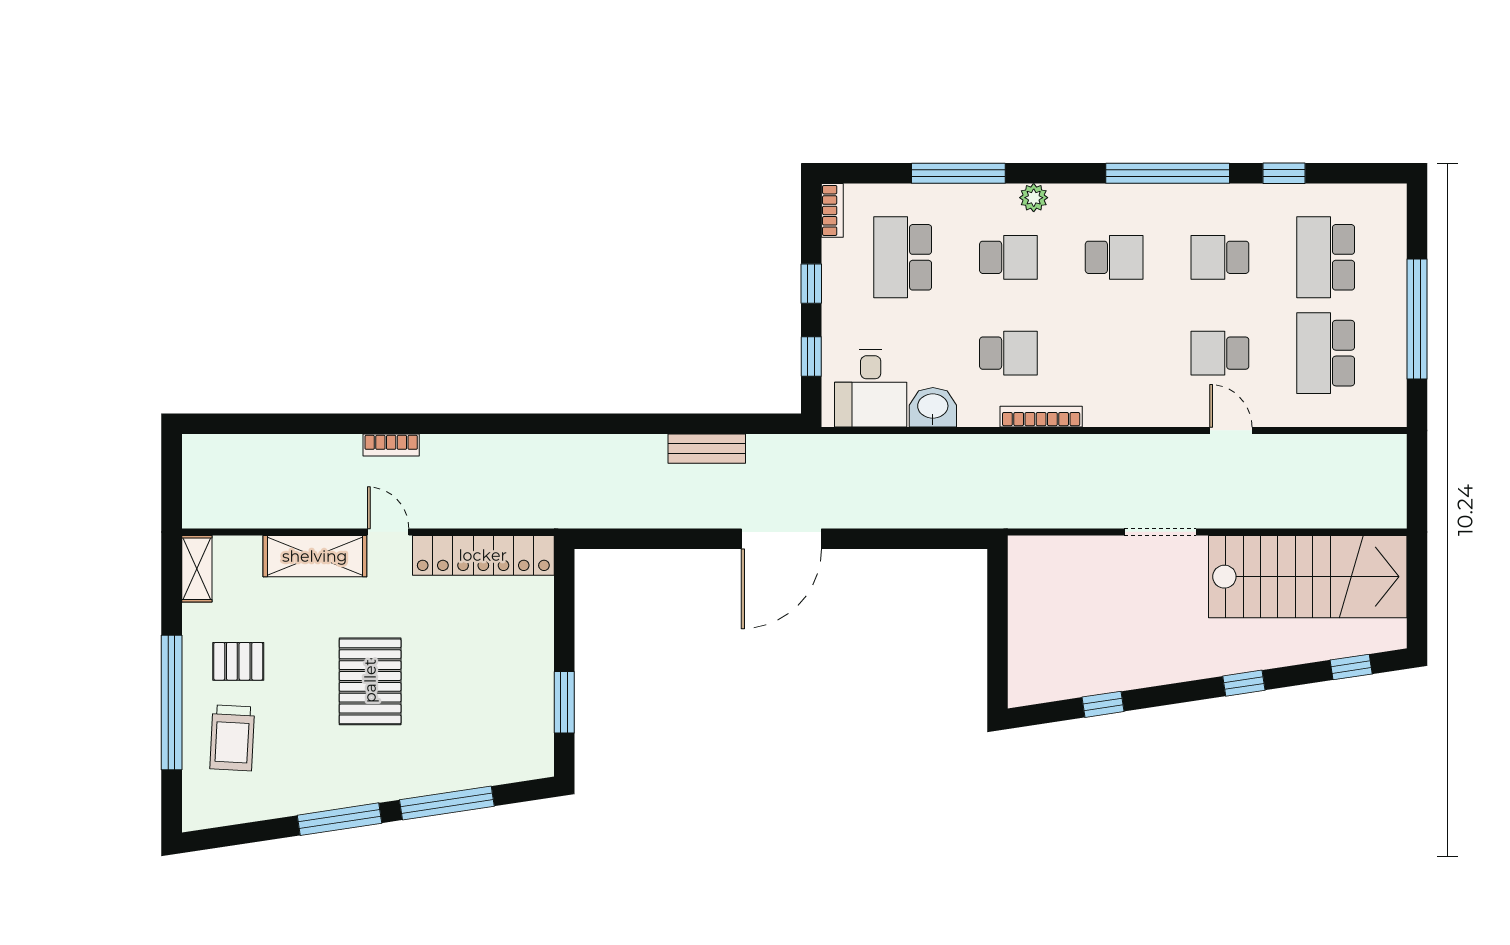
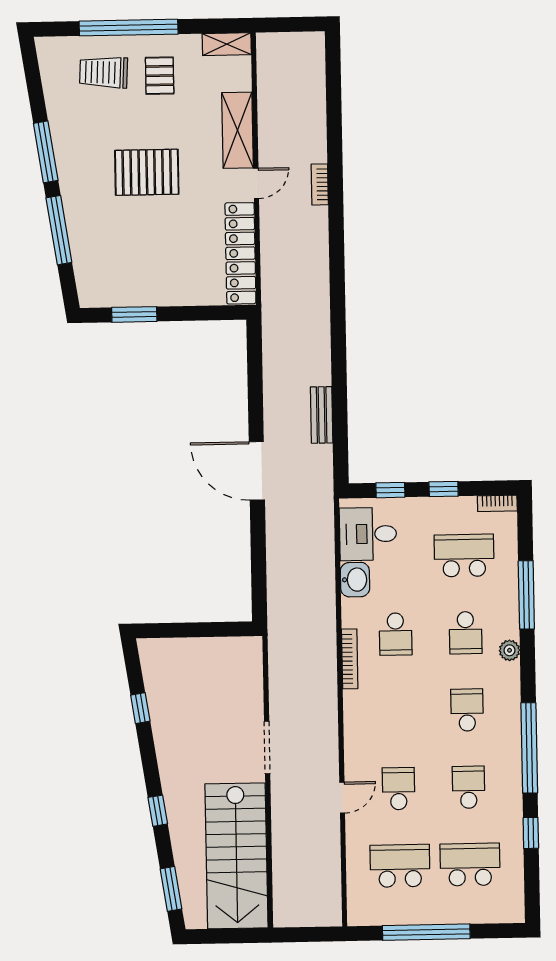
school desk: (1114, 257) -> (467, 710), turned 180
window: (1351, 667) -> (171, 889), width x1.50

